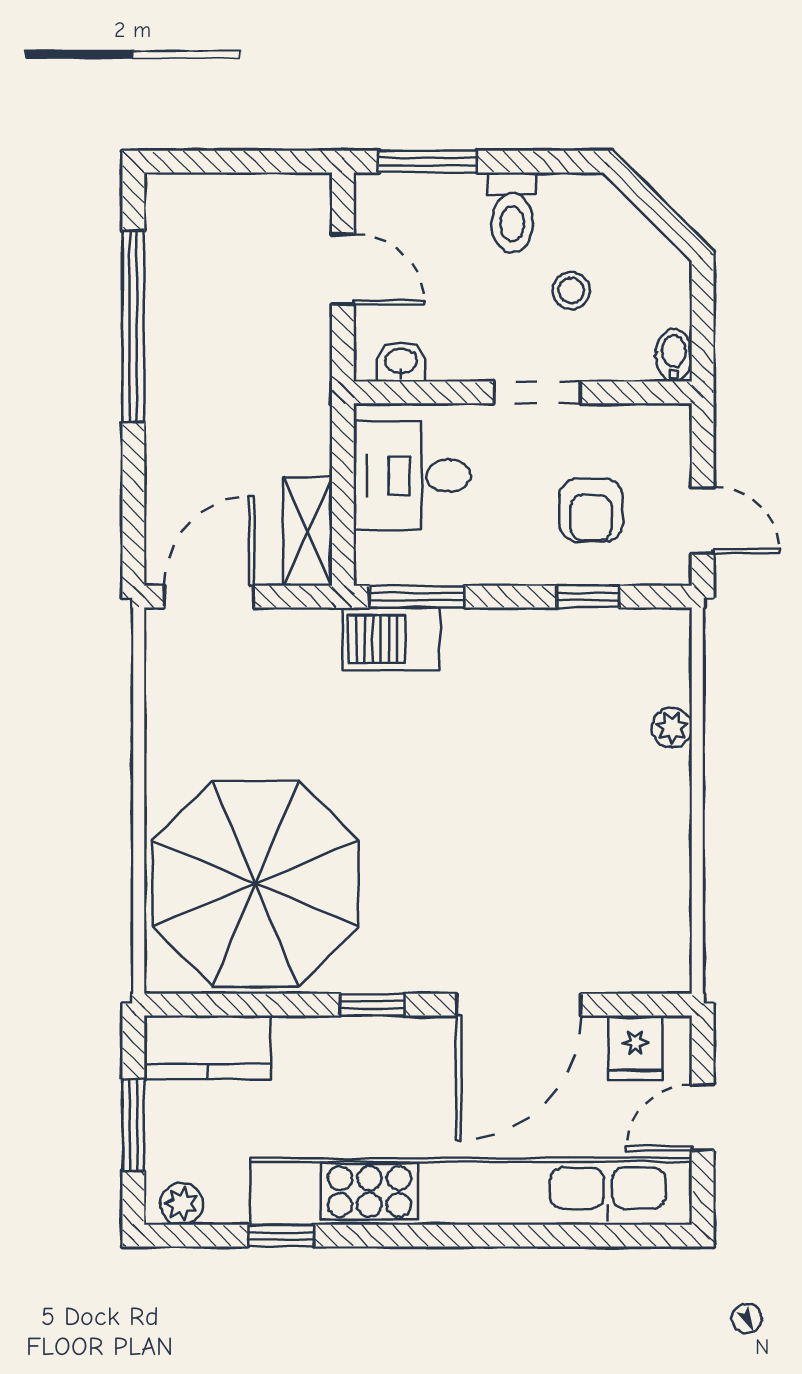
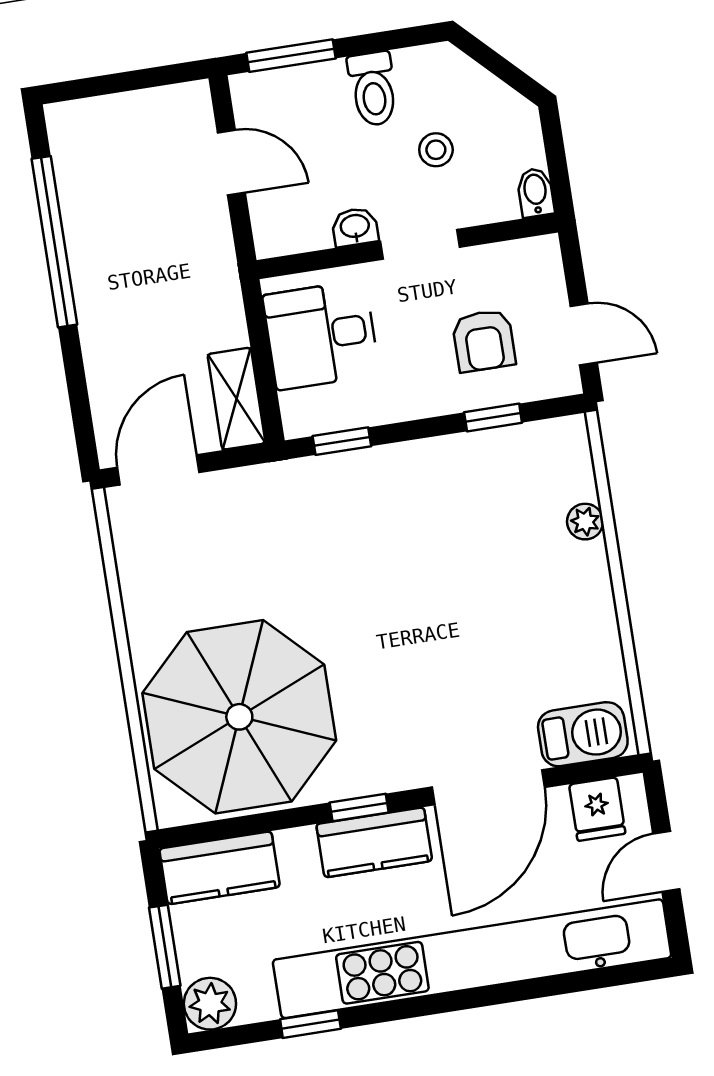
washbasin: (401, 362) -> (355, 227), moved
window: (417, 597) -> (342, 441), width x0.67
barbecue: (391, 639) -> (583, 734), moved, turned 180
kitchen counter: (383, 1046) -> (374, 842), added
plant: (181, 1204) -> (210, 1004), width x1.38, depth x1.38

